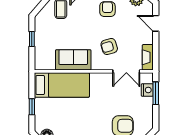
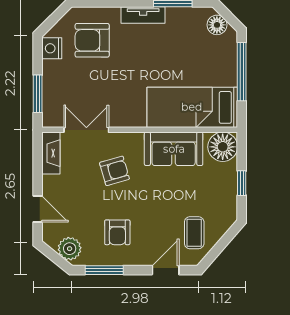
floor lamp: (43, 61) -> (223, 147), added
nightstand: (147, 90) -> (52, 48), moved
window: (32, 107) -> (242, 72), width x2.17

